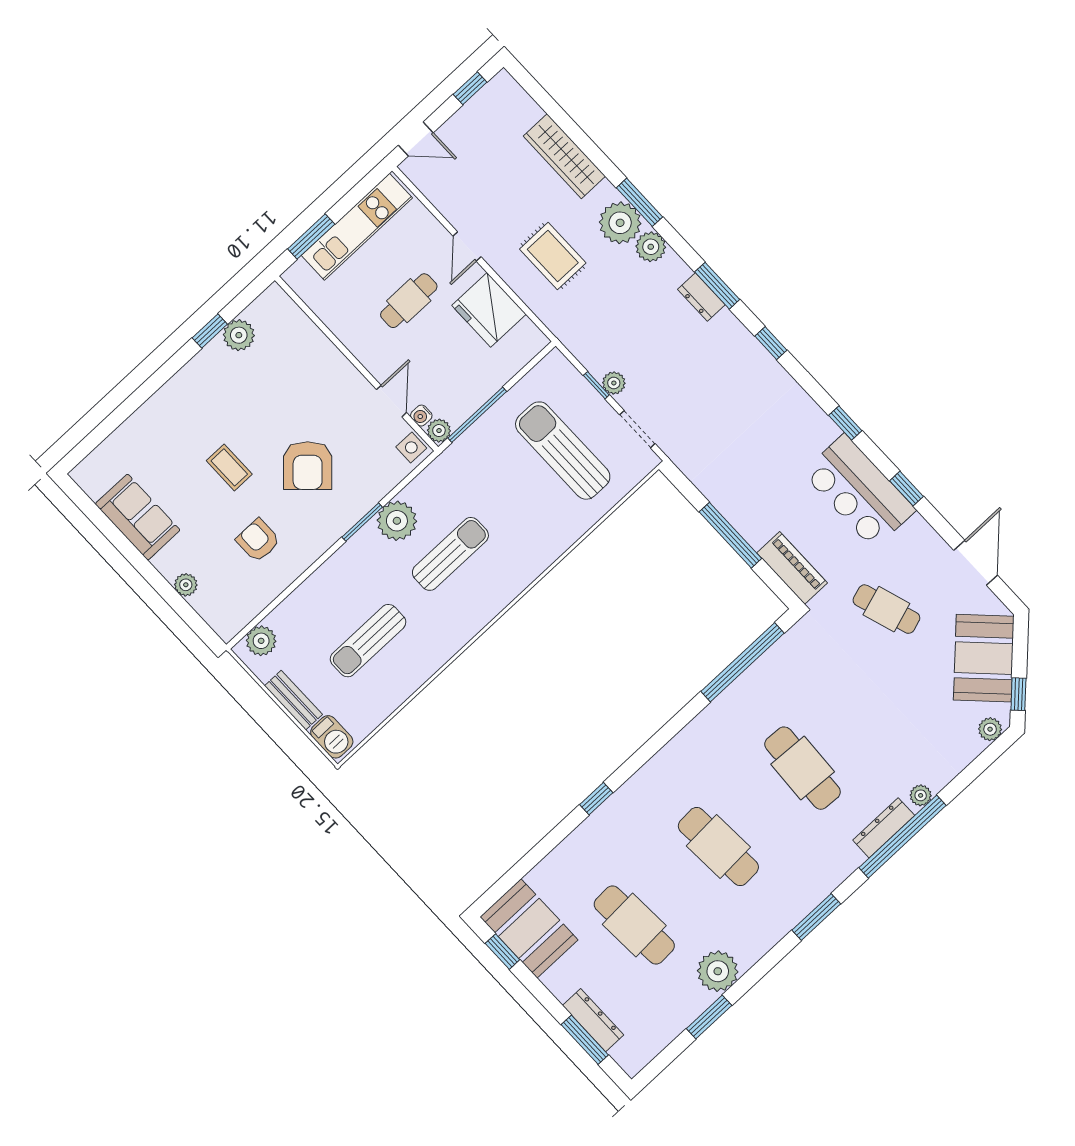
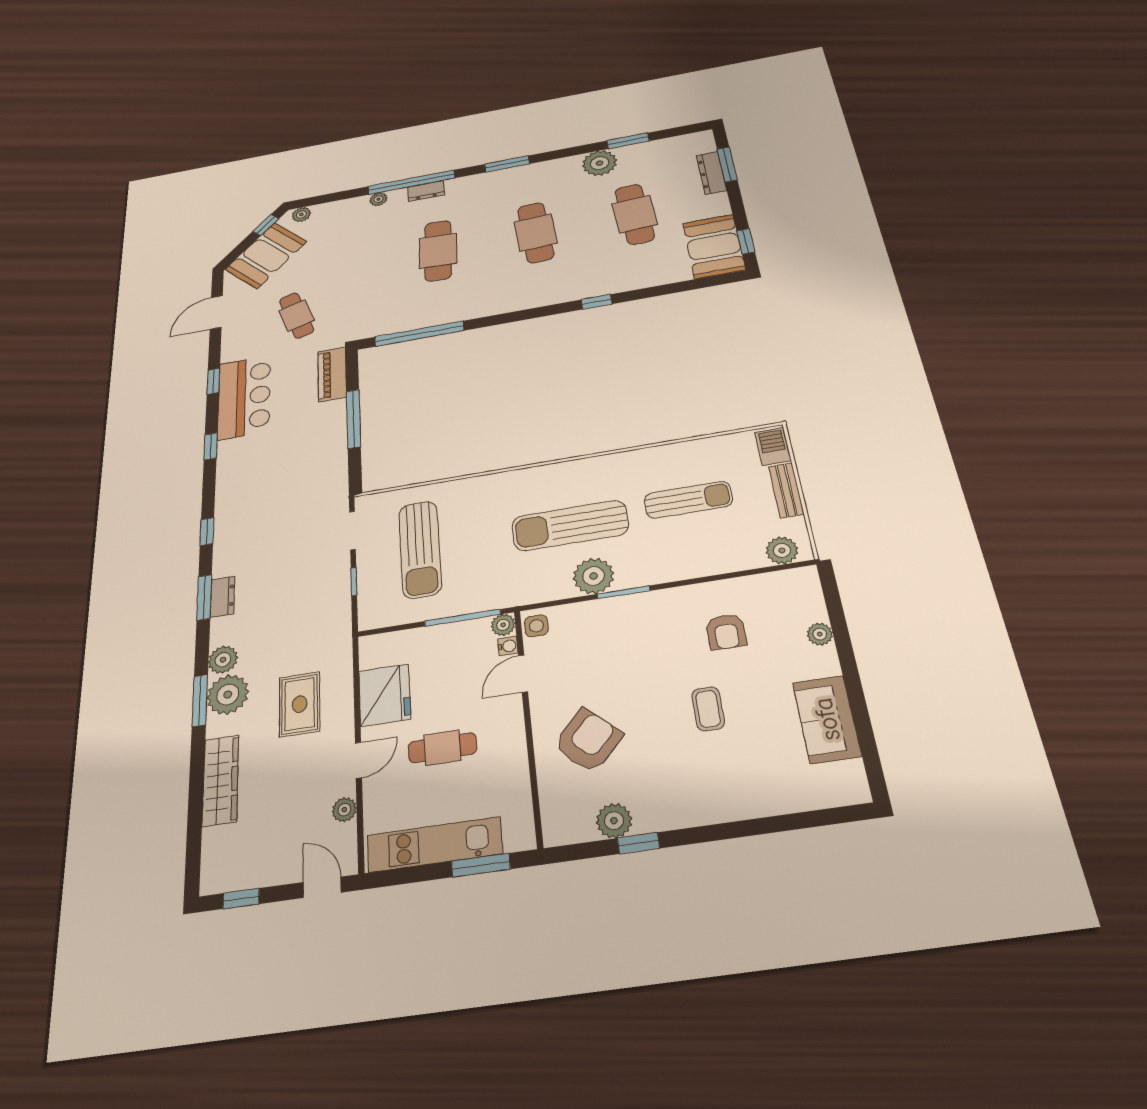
plant: (614, 383) -> (344, 810), moved
armchair: (308, 466) -> (588, 740), moved
sun lounger: (450, 554) -> (570, 526), width x1.36, depth x1.34
dresser: (884, 828) -> (426, 191), width x0.70

